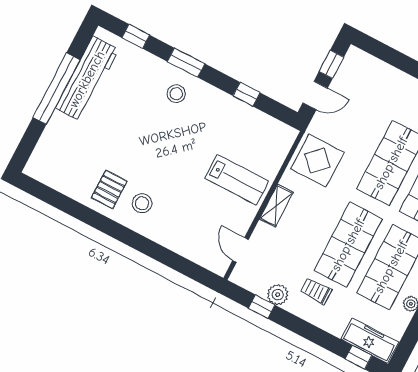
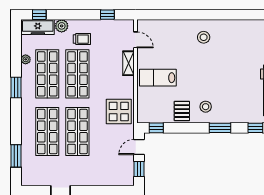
stool: (176, 94) -> (206, 107), moved
window: (247, 94) -> (156, 128), moved
pallet: (109, 189) -> (182, 111), moved
shelving: (276, 206) -> (129, 63), moved
plant: (278, 295) -> (62, 26), moved

